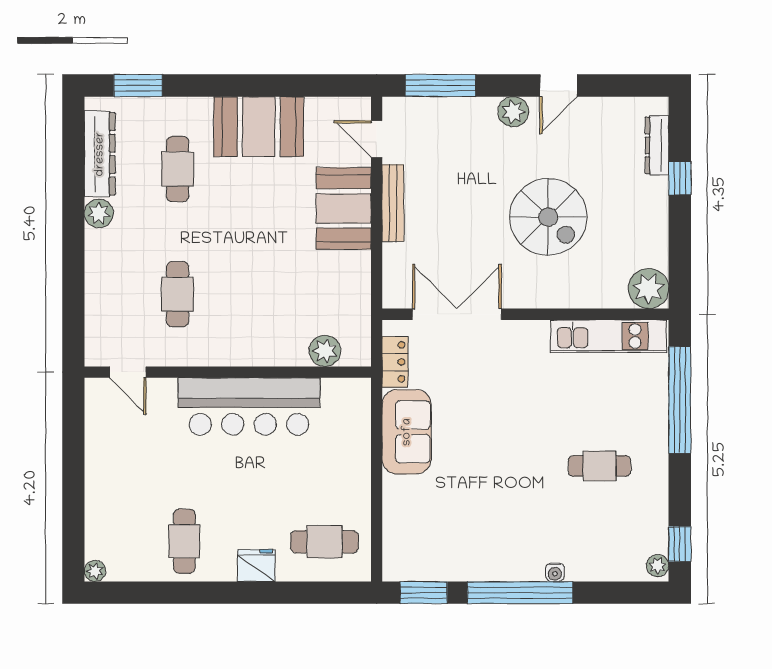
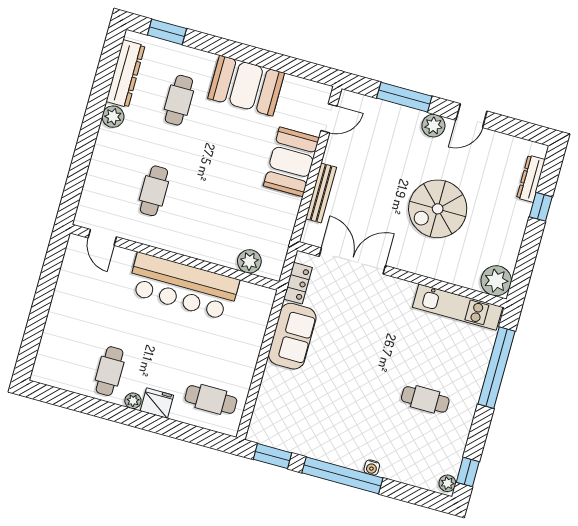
window: (440, 85) -> (404, 97), moved
door: (377, 139) -> (329, 118), swing flipped
bench: (393, 203) -> (321, 193), moved
spiral stairs: (548, 217) -> (438, 209), turned 90
plant: (95, 571) -> (133, 401), moved

